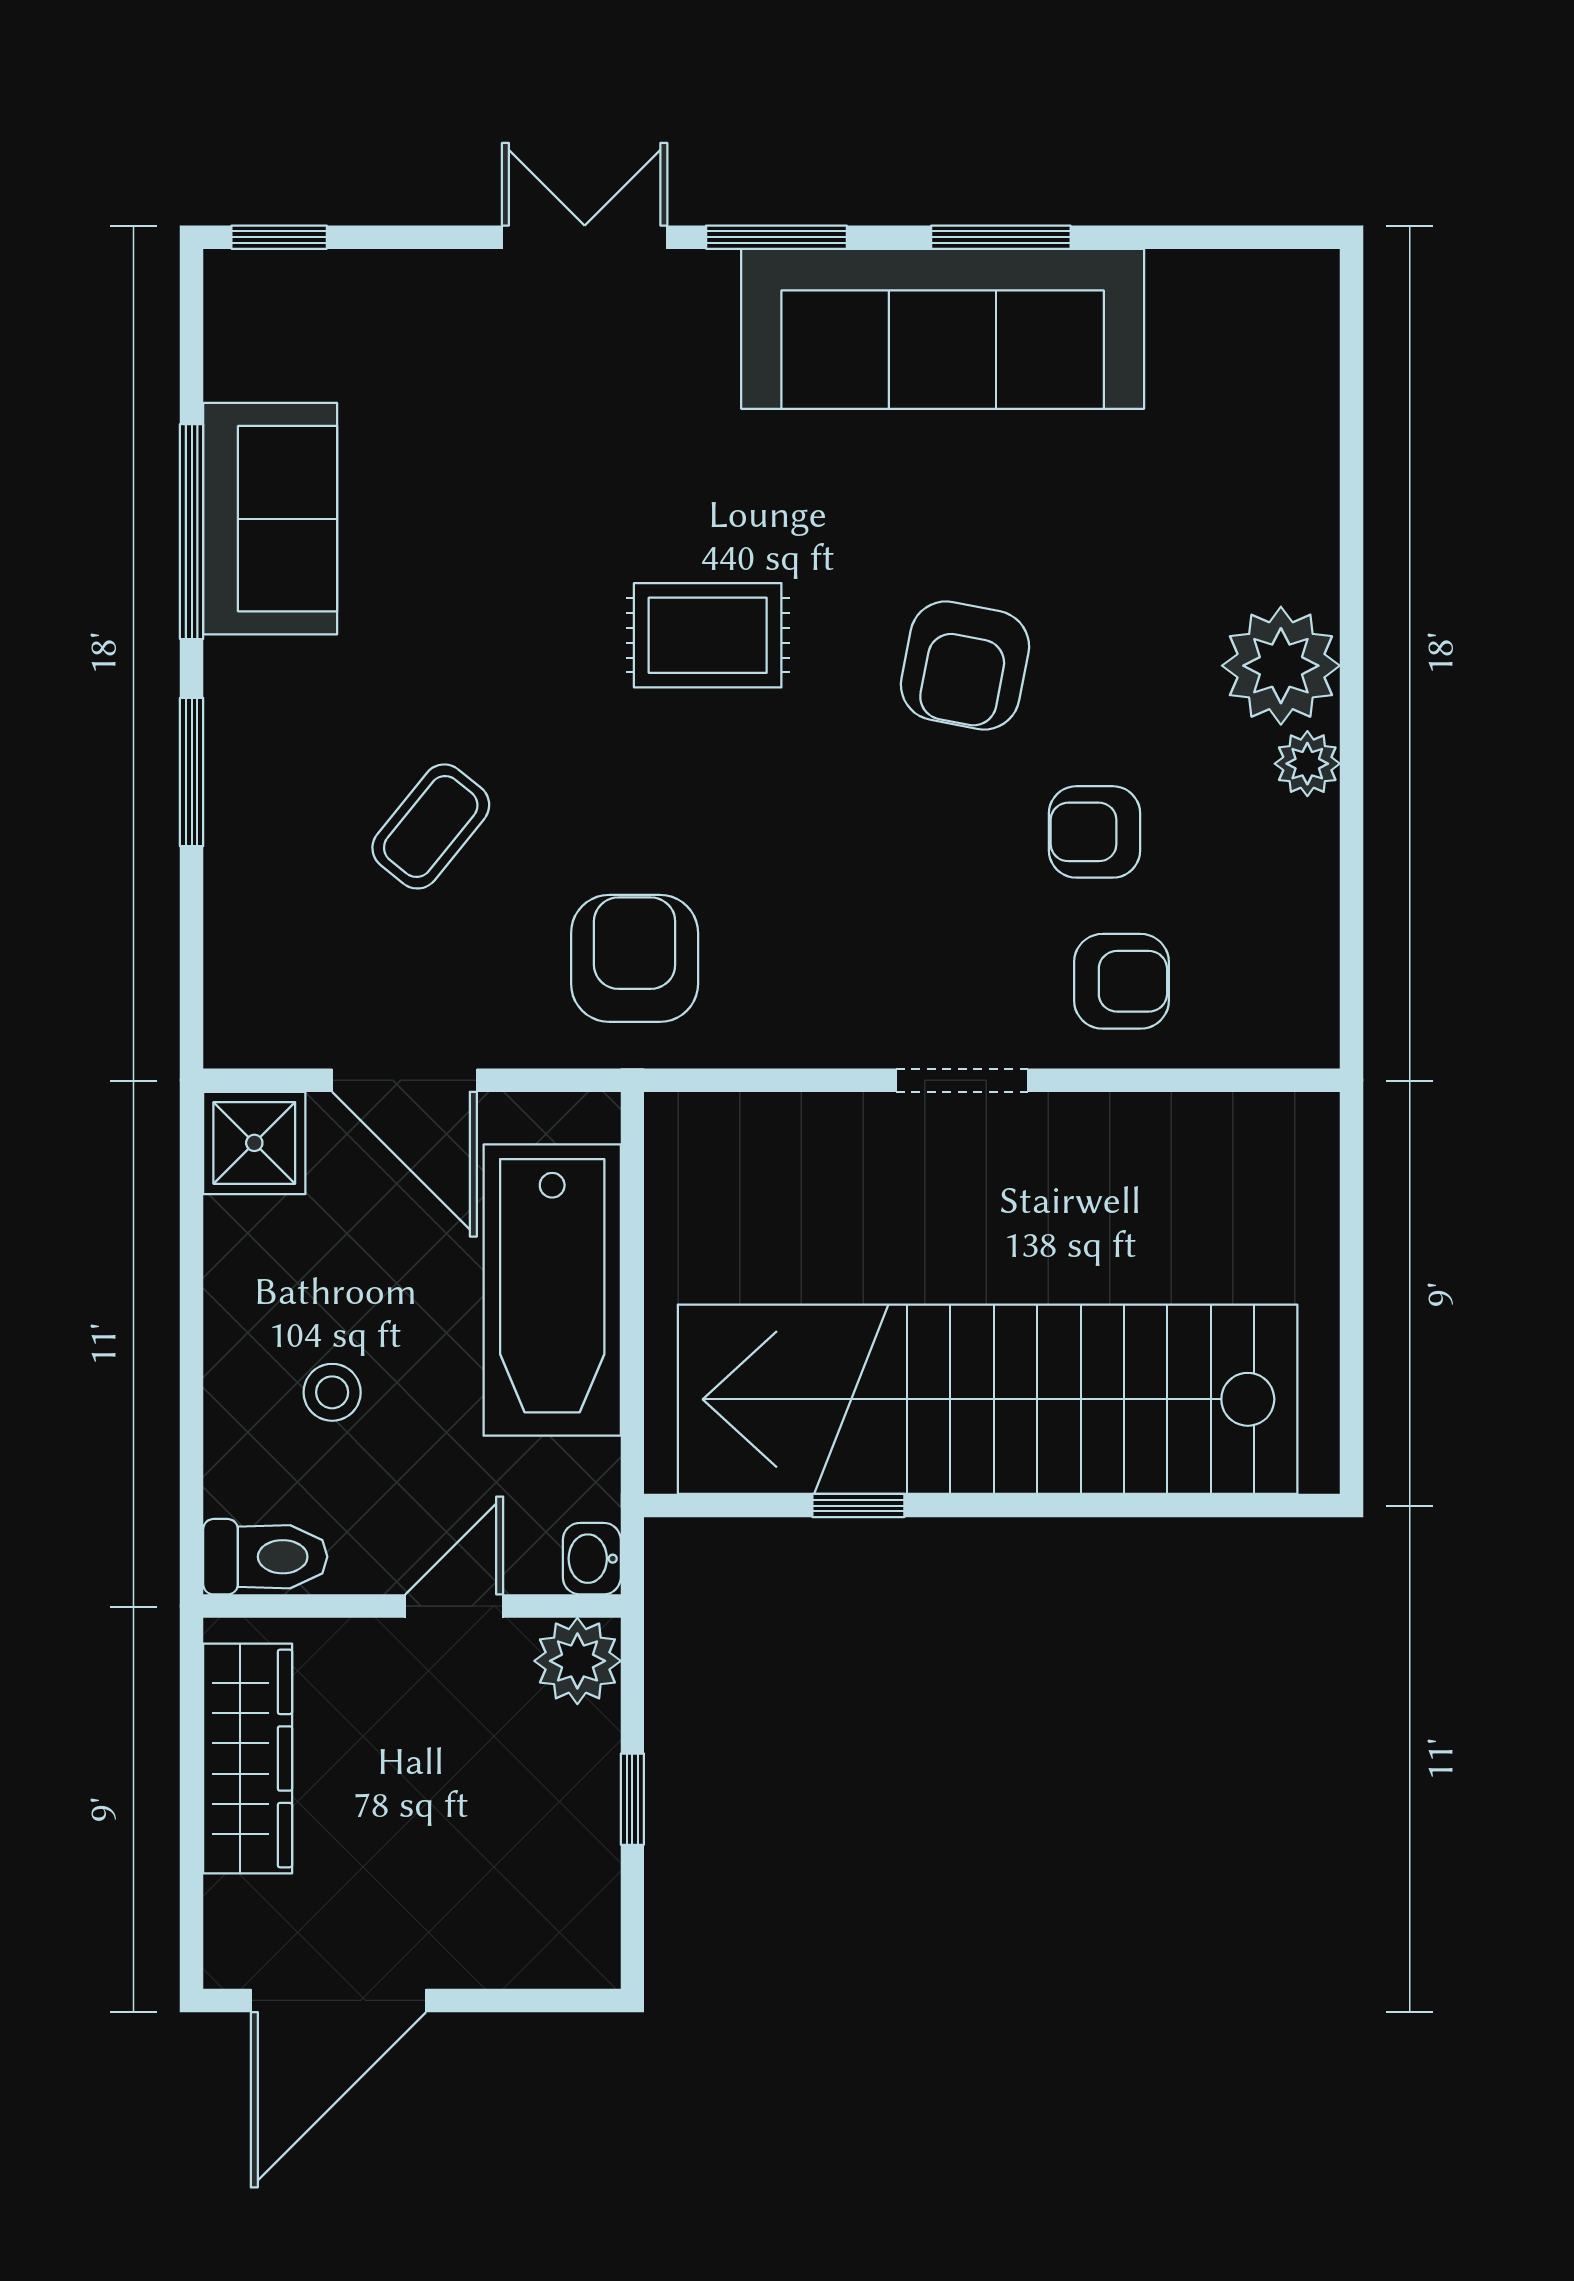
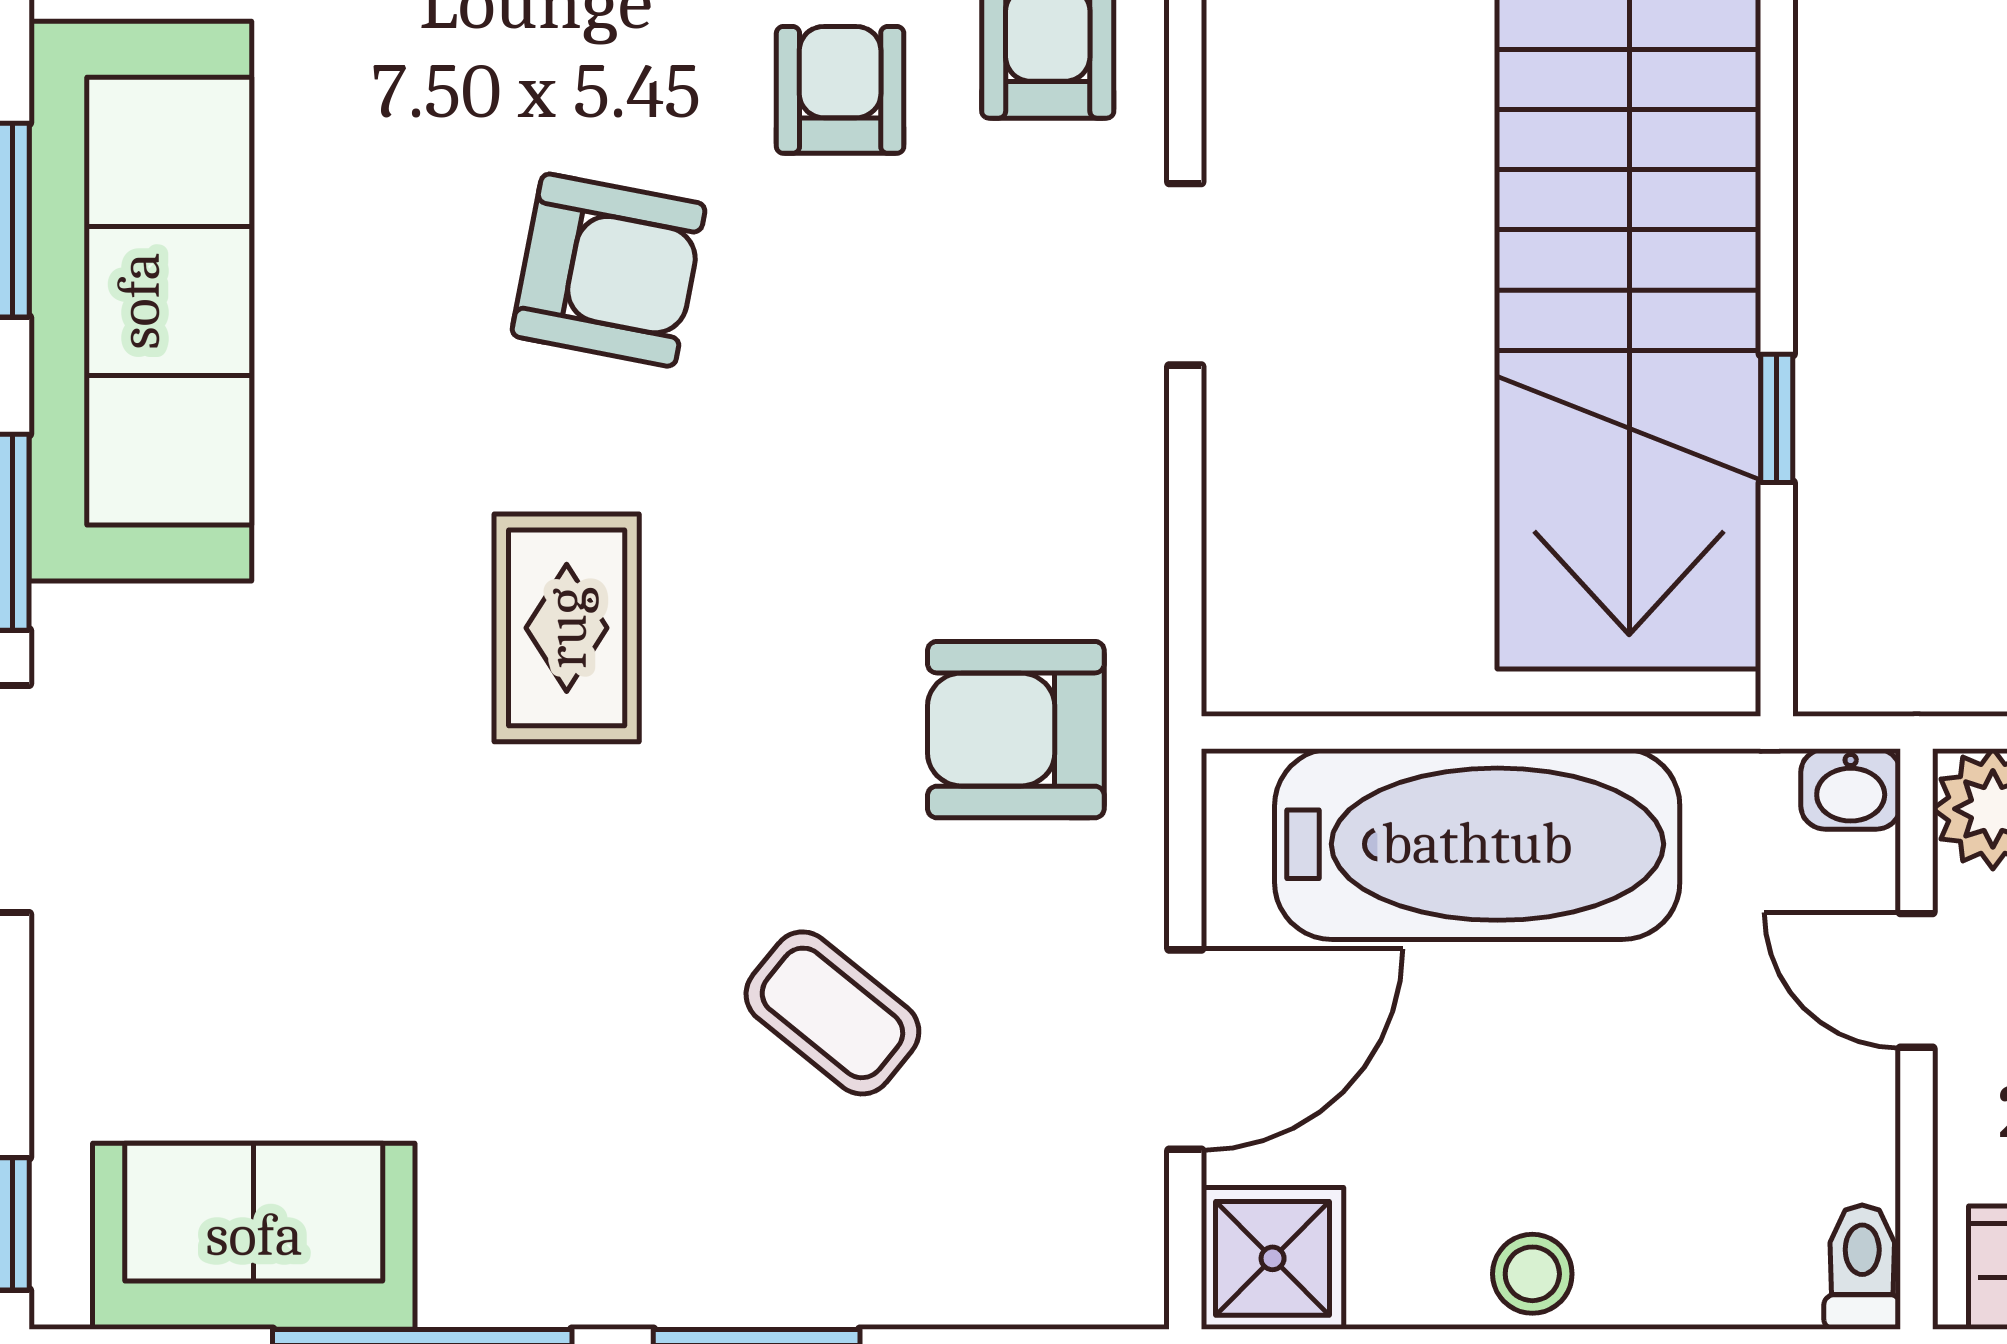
sofa: (270, 519) -> (254, 1236), moved
armchair: (1095, 832) -> (840, 90), turned 180
stool: (332, 1392) -> (1532, 1274), moved
toilet: (265, 1557) -> (1862, 1267), width x0.73, depth x0.72

